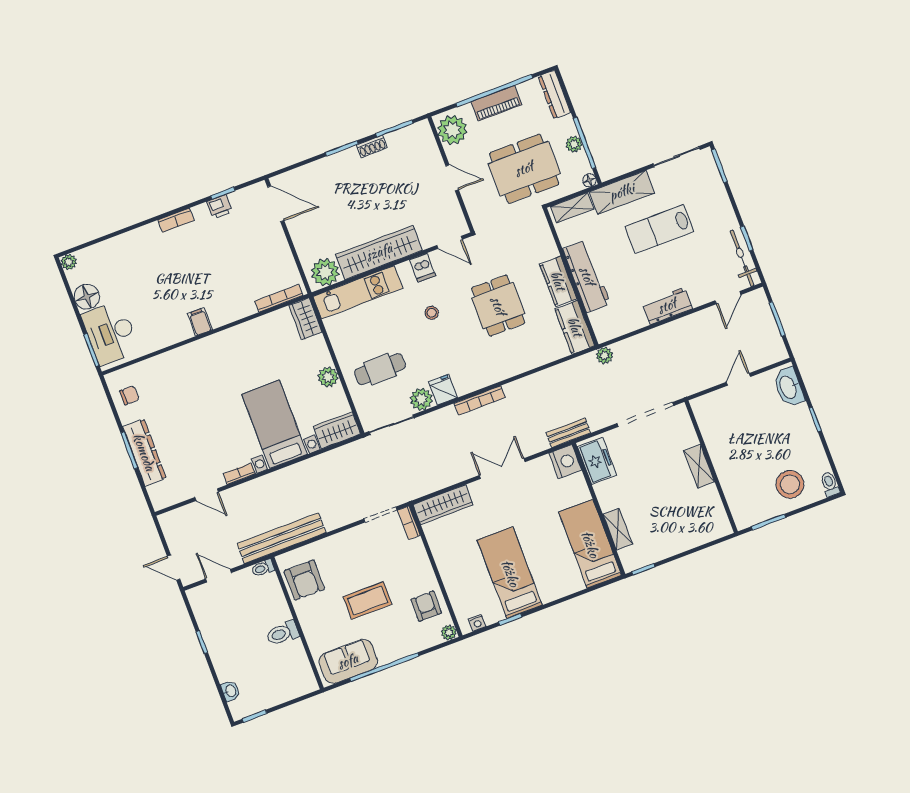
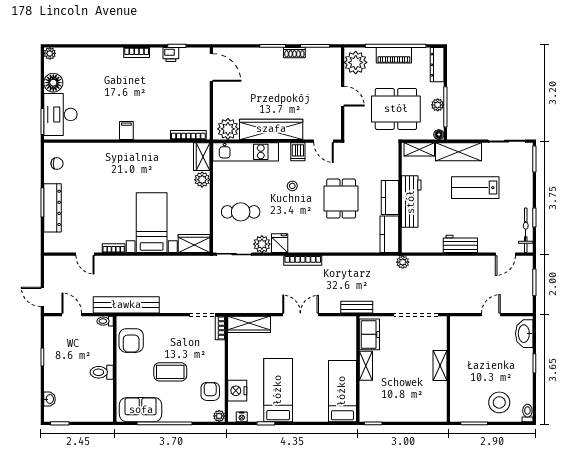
plant: (328, 377) -> (202, 180), moved
nightstand: (565, 462) -> (237, 391), moved, turned 180
shelving: (618, 529) -> (366, 366), moved

